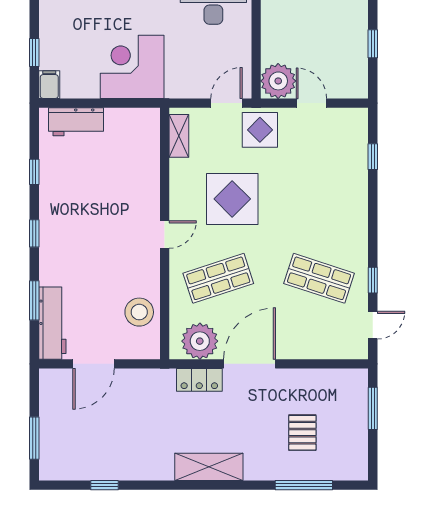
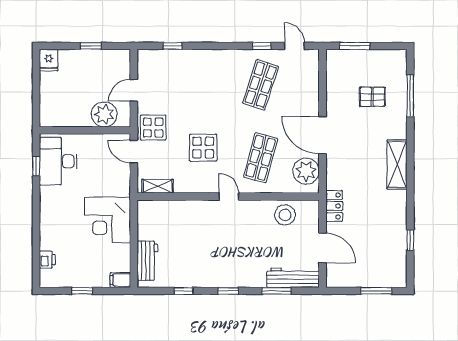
window: (34, 53) -> (82, 291), moved
plant: (278, 81) -> (104, 114), moved
display table: (232, 199) -> (203, 148), width x0.73, depth x0.73
shop shelf: (218, 278) -> (261, 158), turned 33
locker: (199, 380) -> (334, 206), moved

